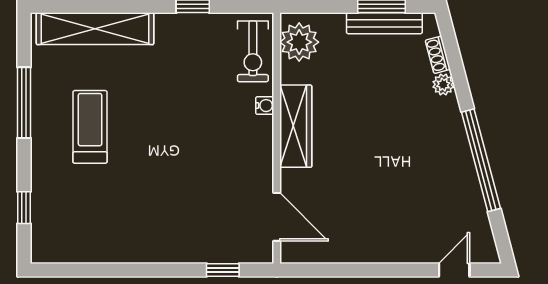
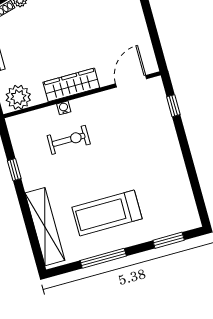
exercise bike: (253, 51) -> (69, 140), moved
treadmill: (90, 127) -> (107, 213), width x1.37, depth x1.38
window: (24, 208) -> (169, 240), width x1.50

